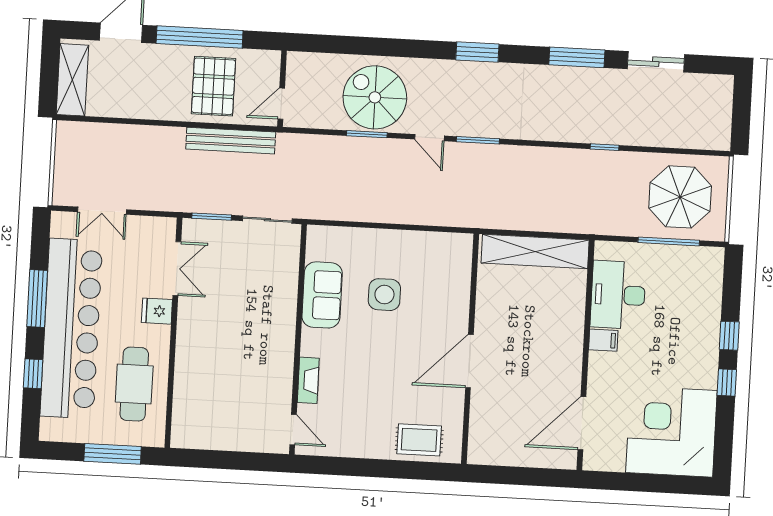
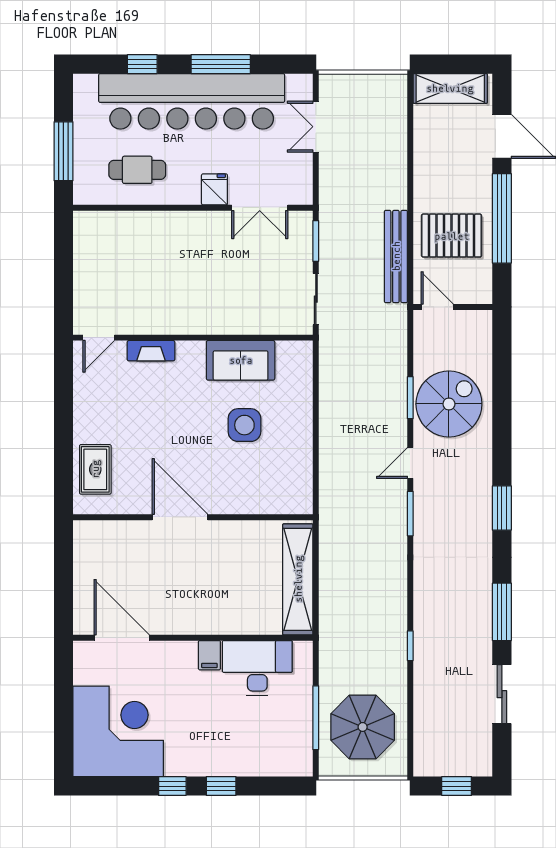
window: (742, 110) -> (457, 786), added
cafe table: (134, 384) -> (137, 170), width x0.73, depth x0.74

